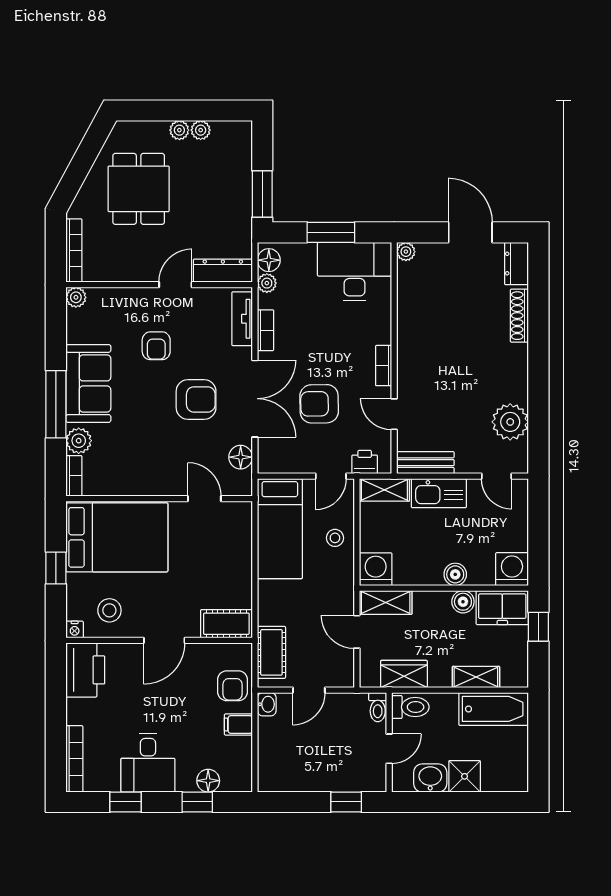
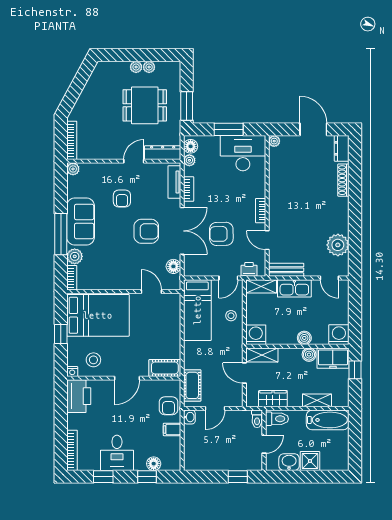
dining table: (139, 189) -> (145, 105), moved, turned 90

